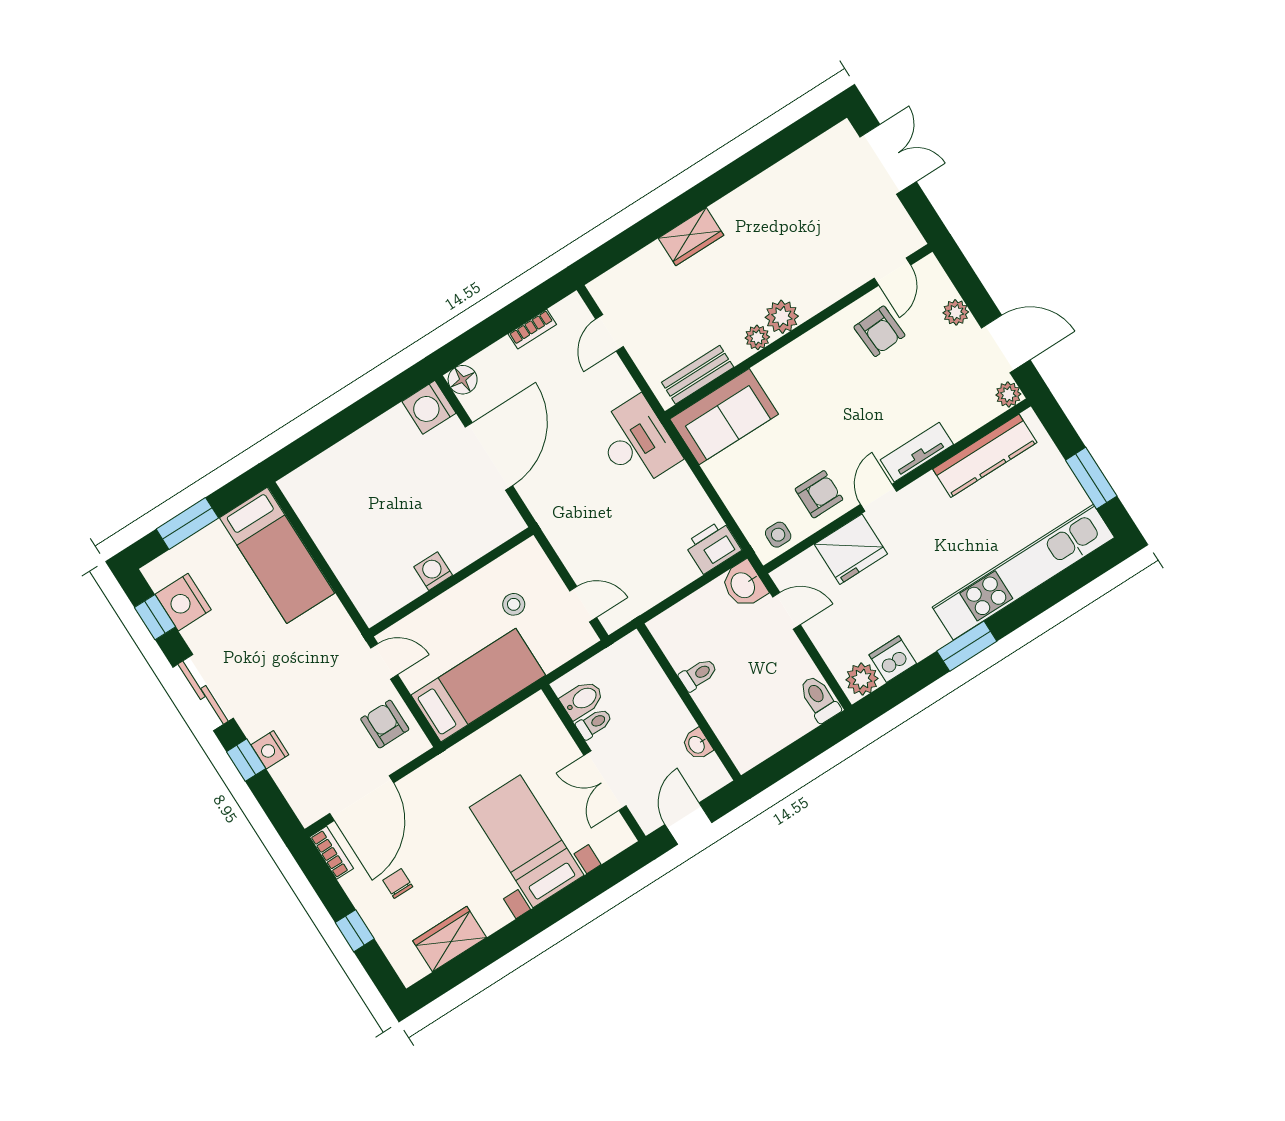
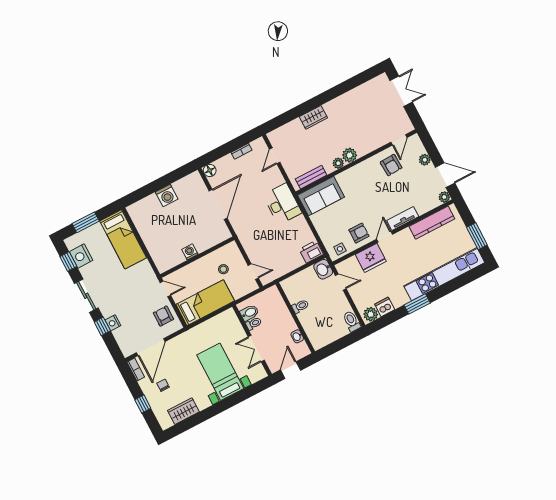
washing machine: (429, 407) -> (167, 196), moved, turned -90

